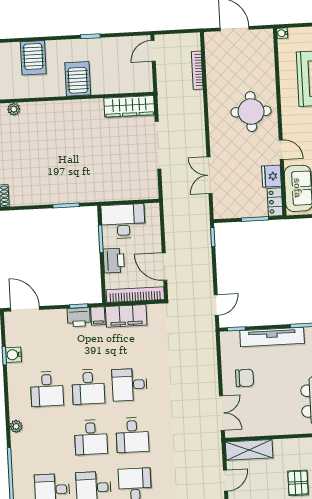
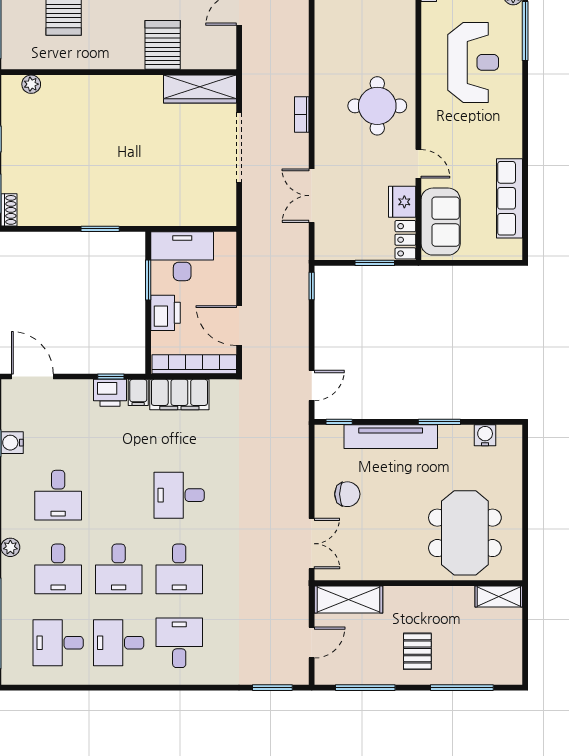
bookcase: (197, 70) -> (302, 115), moved, width x0.64
server rack: (78, 79) -> (163, 45), moved
desk: (88, 387) -> (58, 569), moved

